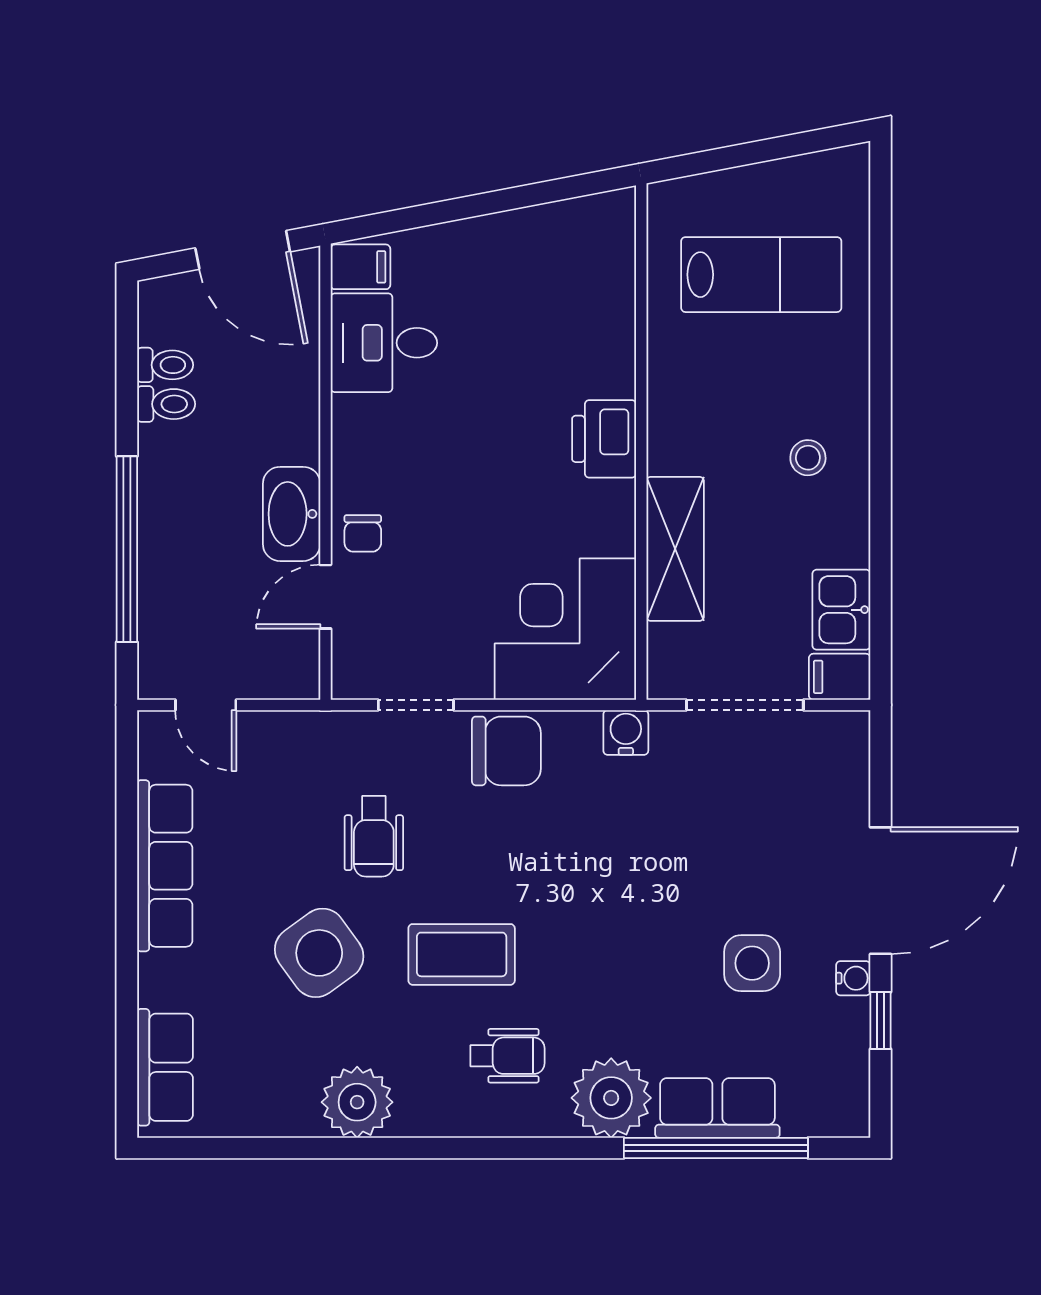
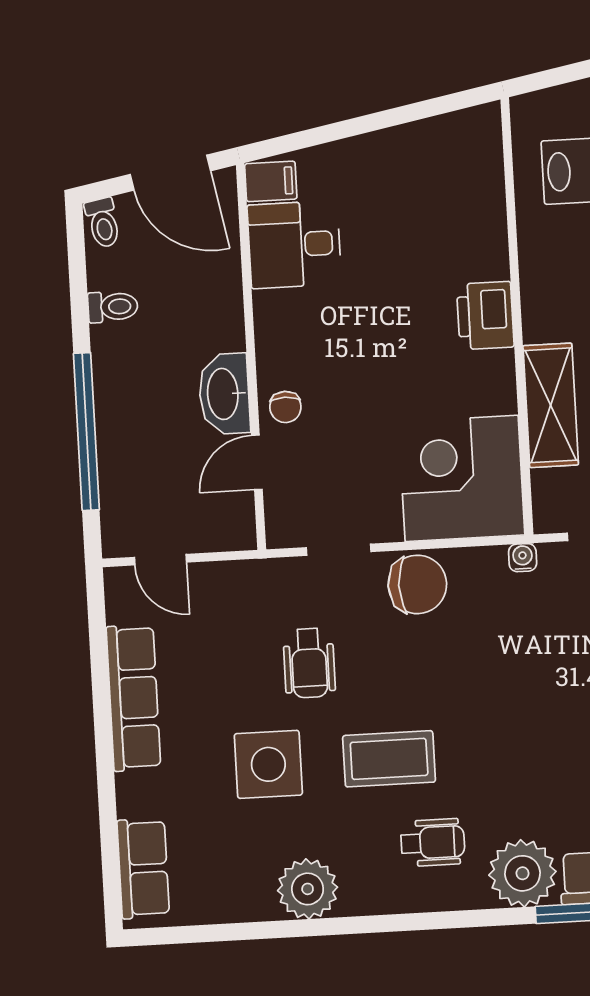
toilet: (165, 365) -> (103, 223), moved, turned 79
water cooler: (626, 732) -> (523, 558), width x0.72, depth x0.72
side table: (319, 953) -> (268, 764), turned 36

